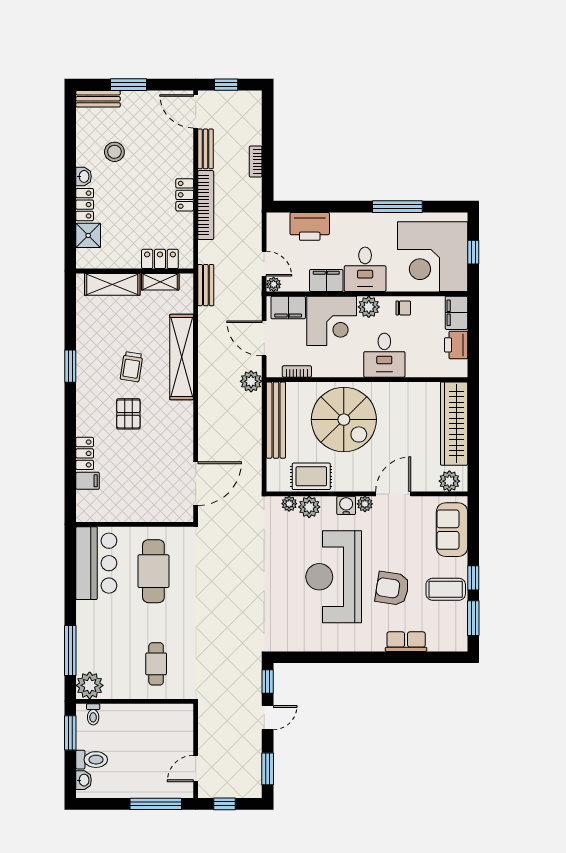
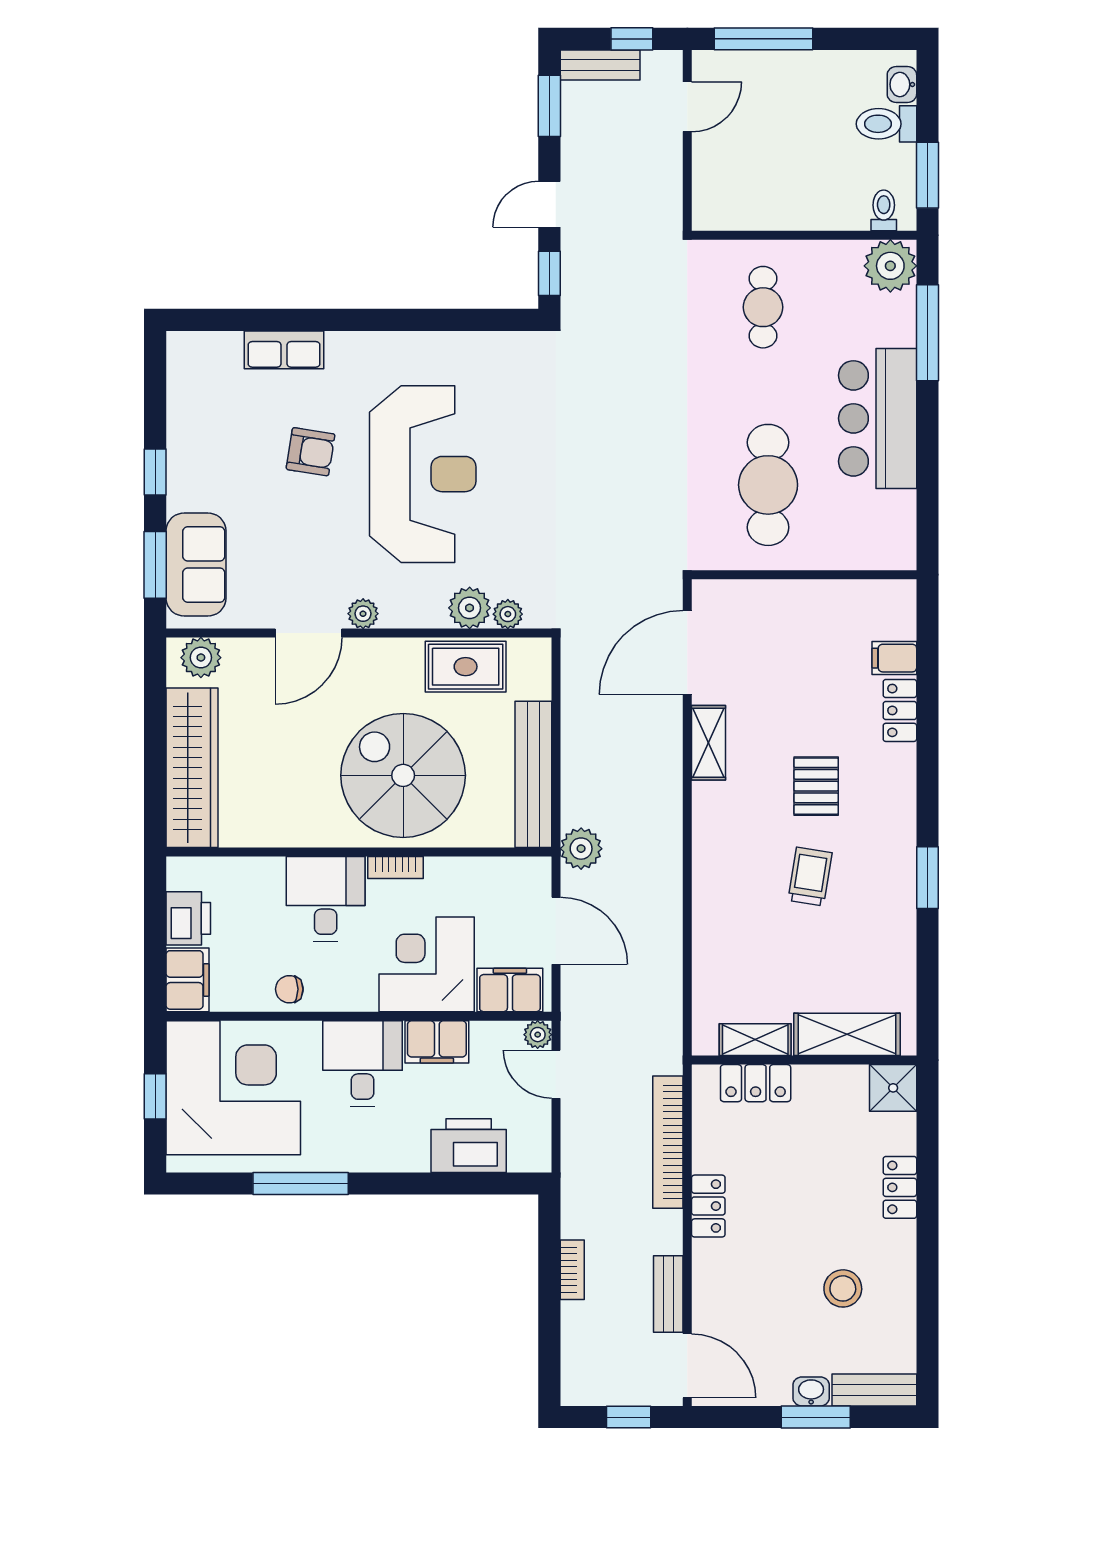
washbasin: (84, 176) -> (811, 1391), moved, turned 90
bookcase: (206, 205) -> (668, 1142), moved
shower: (88, 235) -> (893, 1088), moved
bench: (206, 285) -> (600, 65), moved, turned 90
plant: (369, 307) -> (356, 991), removed
shelving: (182, 357) -> (709, 743), moved, width x0.45, depth x0.75
bookcase: (297, 371) -> (396, 868), moved
water cooler: (346, 505) -> (399, 611), removed
bar counter: (96, 563) -> (878, 418), moved
armchair: (392, 588) -> (311, 452), width x0.72, depth x0.72
coffee table: (446, 589) -> (208, 450), removed
window: (473, 618) -> (155, 565), moved

